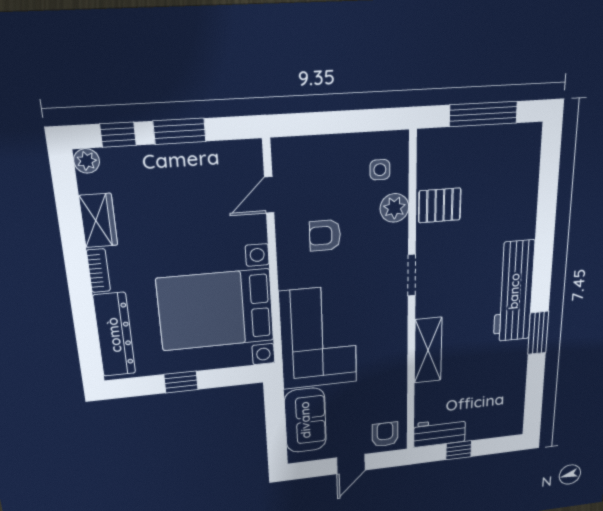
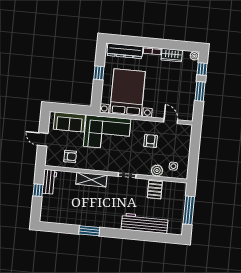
workbench: (514, 291) -> (145, 223), moved
armchair: (385, 434) -> (70, 156), moved

